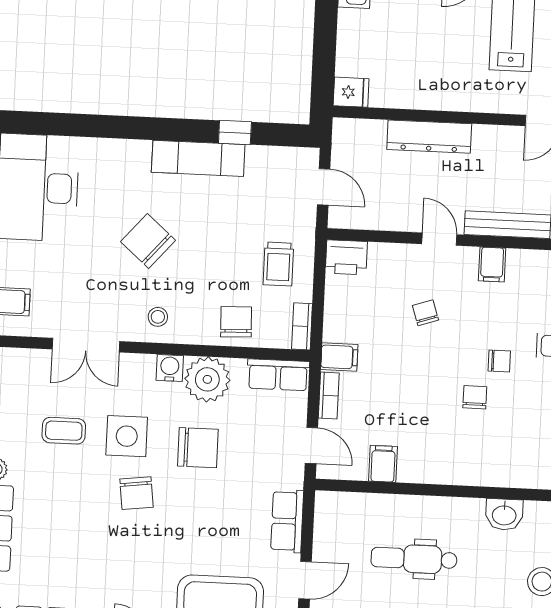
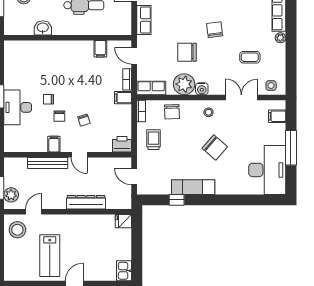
chair: (475, 397) -> (59, 116), moved
side table: (127, 436) -> (271, 86), moved, width x0.54, depth x0.54

